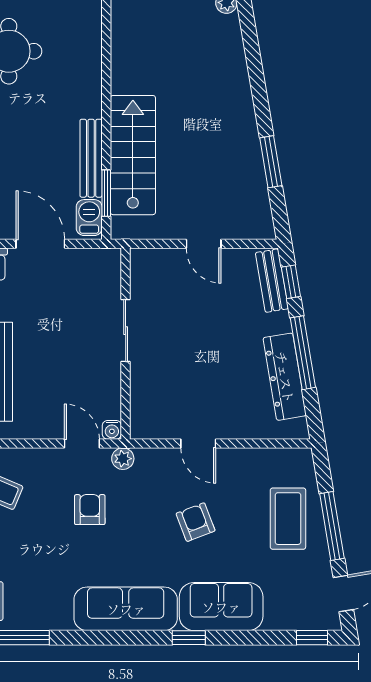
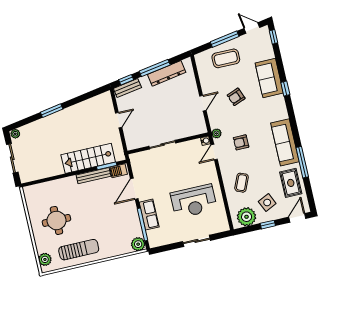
window: (271, 162) -> (52, 111), moved
sofa: (126, 609) -> (285, 142), moved

